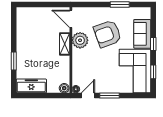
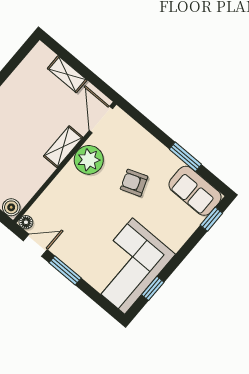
shelving: (40, 12) -> (67, 74), added
armchair: (107, 34) -> (134, 183), width x0.53, depth x0.53
sofa: (142, 34) -> (195, 191), moved, turned -90
window: (153, 44) -> (211, 219), moved

